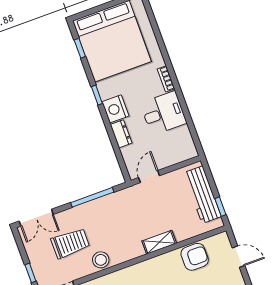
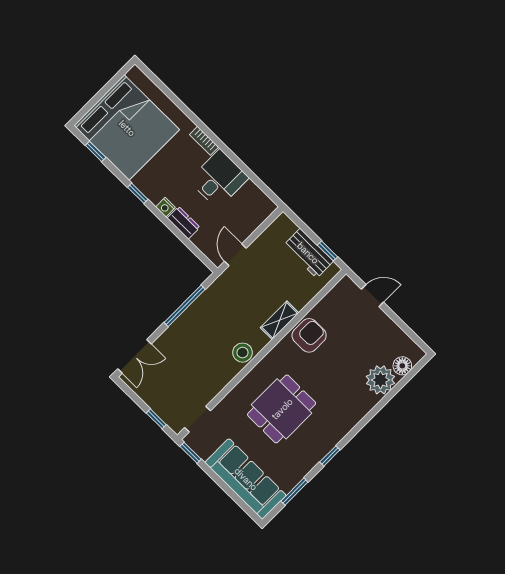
nightstand: (115, 109) -> (166, 207), width x0.53, depth x0.56
workbench: (203, 195) -> (308, 253), width x0.73
trolley: (70, 243) -> (184, 367), removed
armchair: (195, 257) -> (309, 335), moved
stool: (101, 260) -> (242, 353), moved

